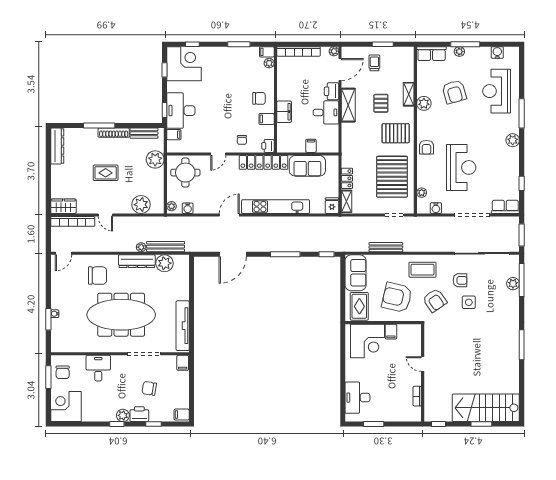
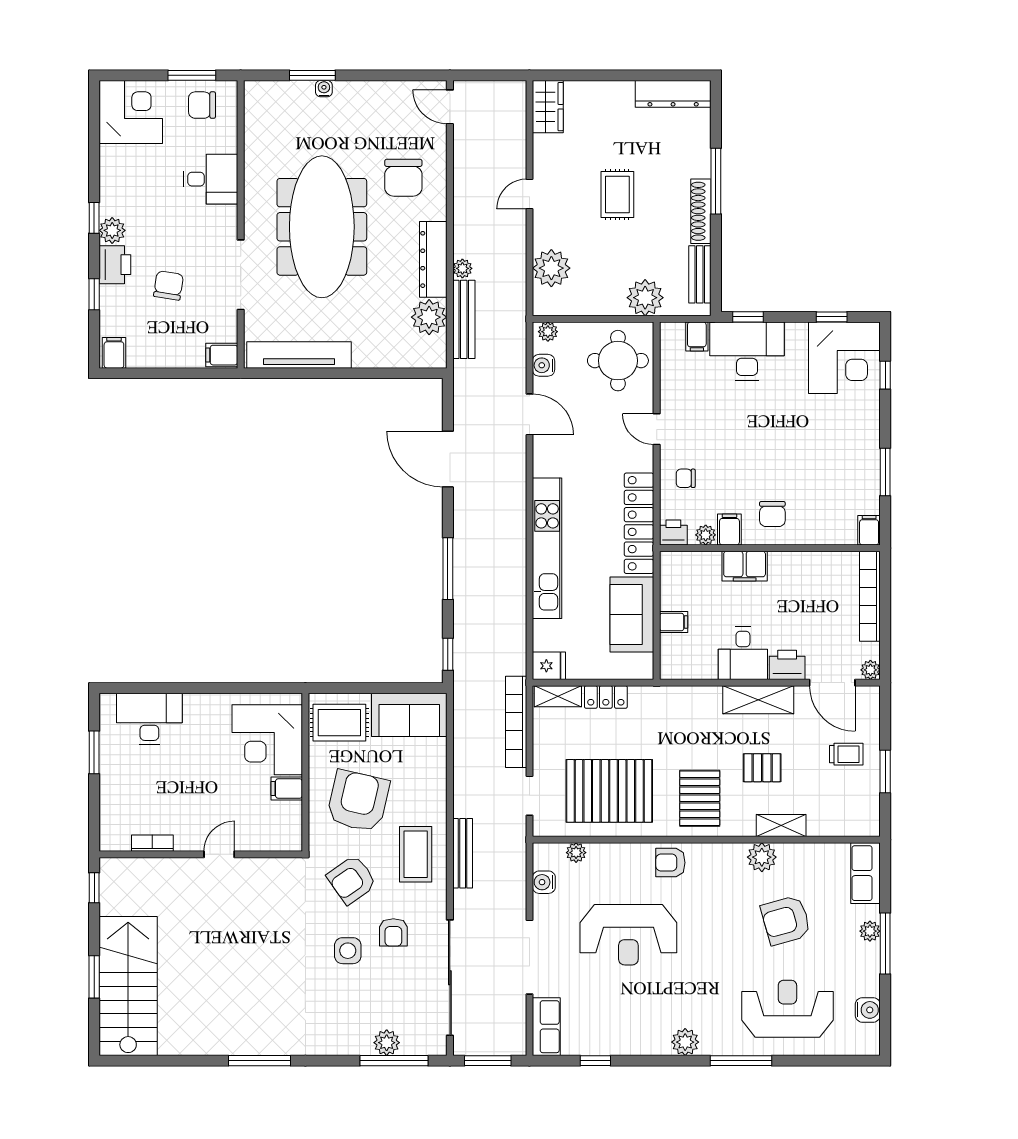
plant: (269, 63) -> (706, 535), moved
door: (229, 215) -> (529, 414), moved
bookcase: (73, 221) -> (516, 722), moved
bench: (386, 247) -> (463, 853), moved

